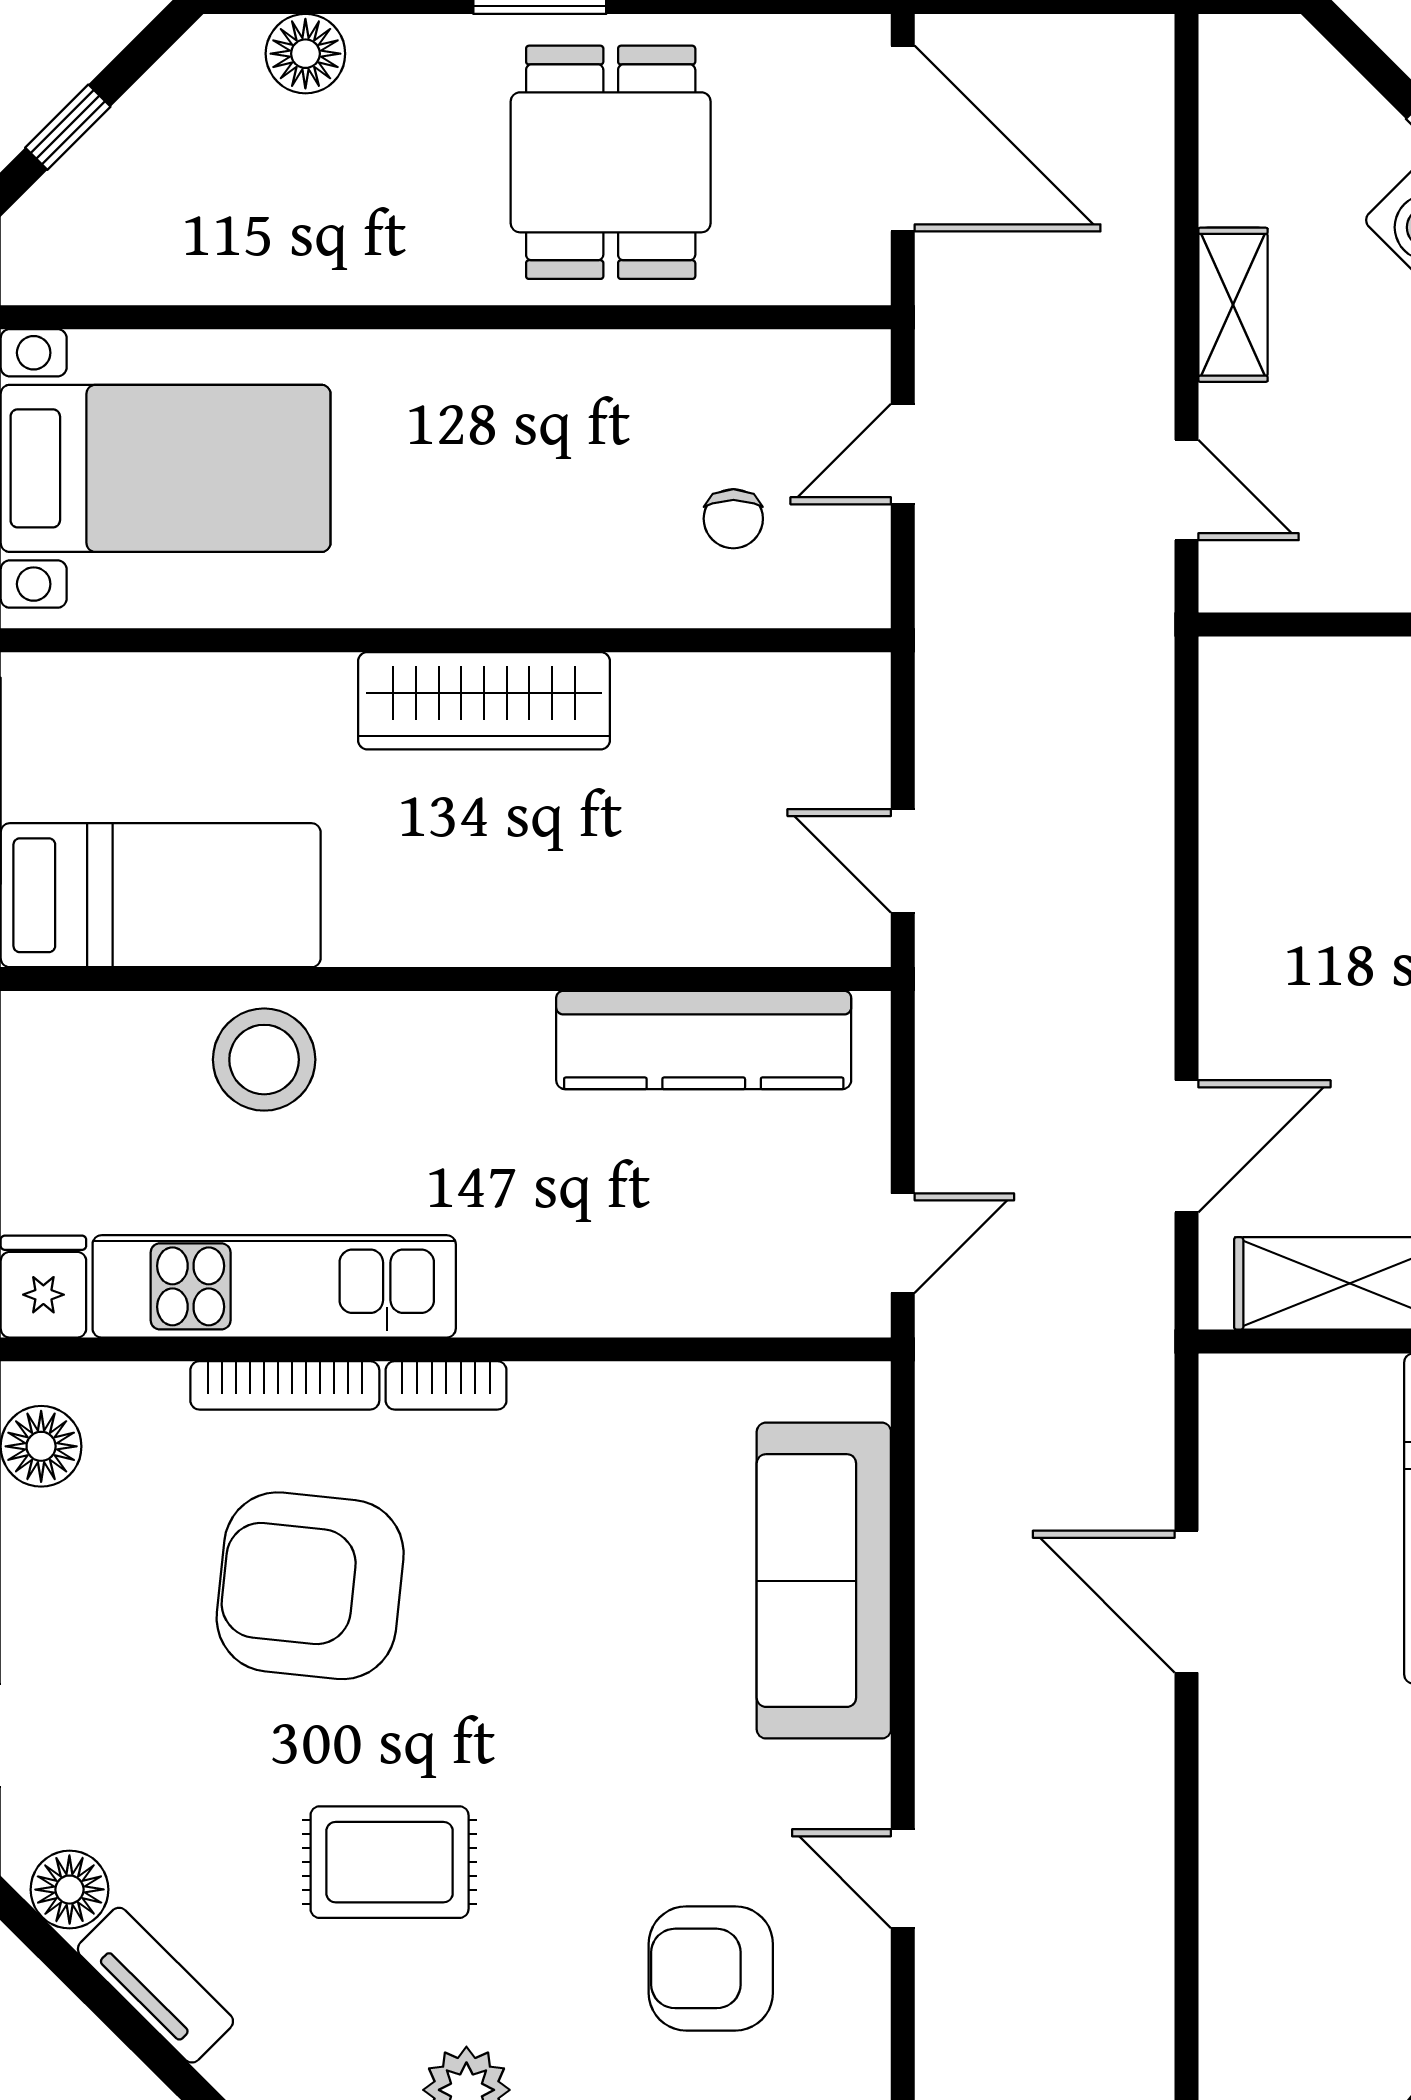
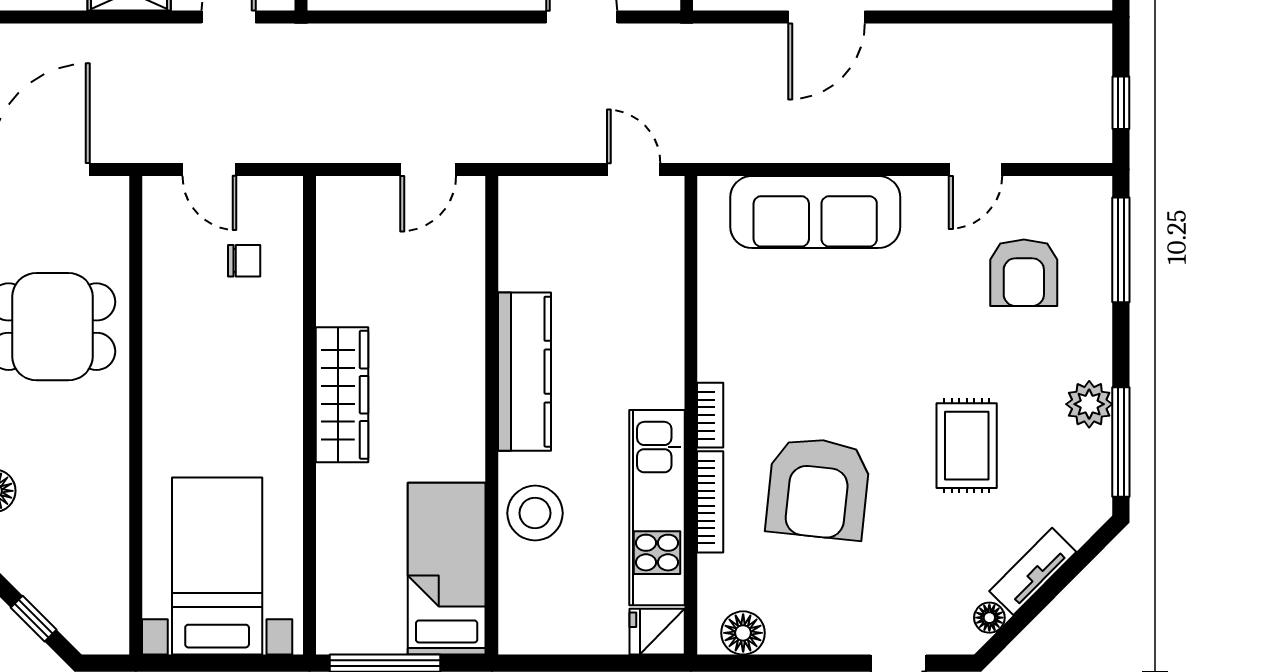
kitchen counter: (704, 1040) -> (525, 372), moved
floor lamp: (70, 1890) -> (989, 618), width x0.73, depth x0.73

